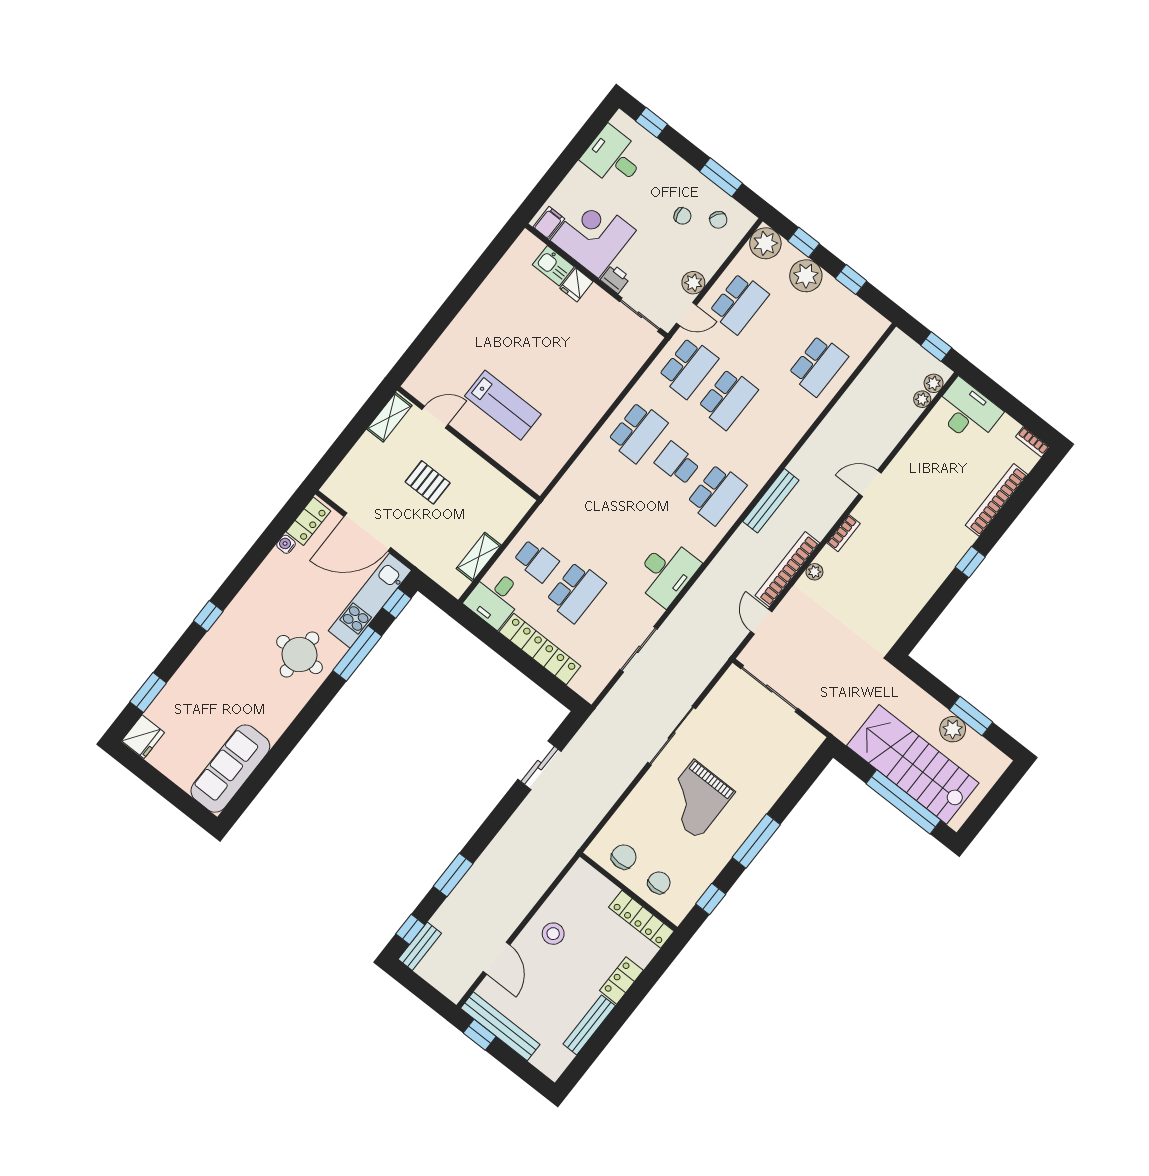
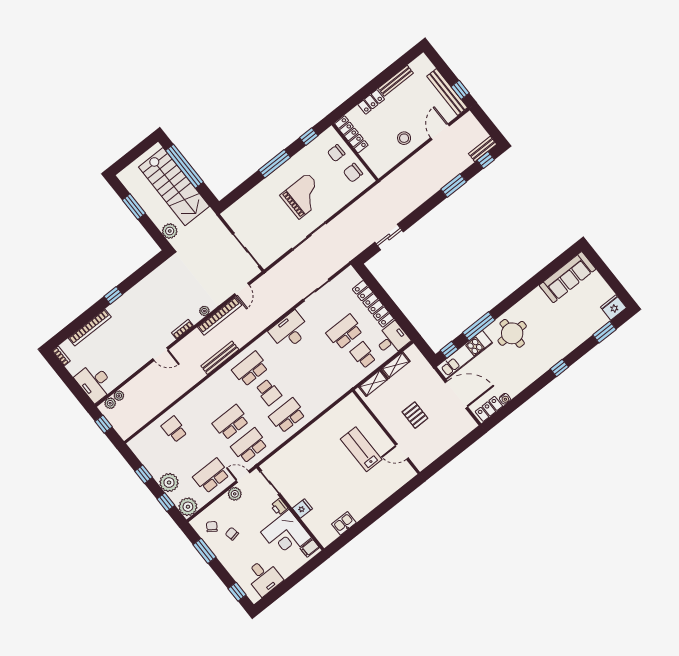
kitchen sink: (553, 266) -> (344, 523), moved, turned -90
school desk: (818, 366) -> (174, 429), width x0.54
shelving: (389, 417) -> (373, 383), moved
plant: (953, 729) -> (170, 231), moved

